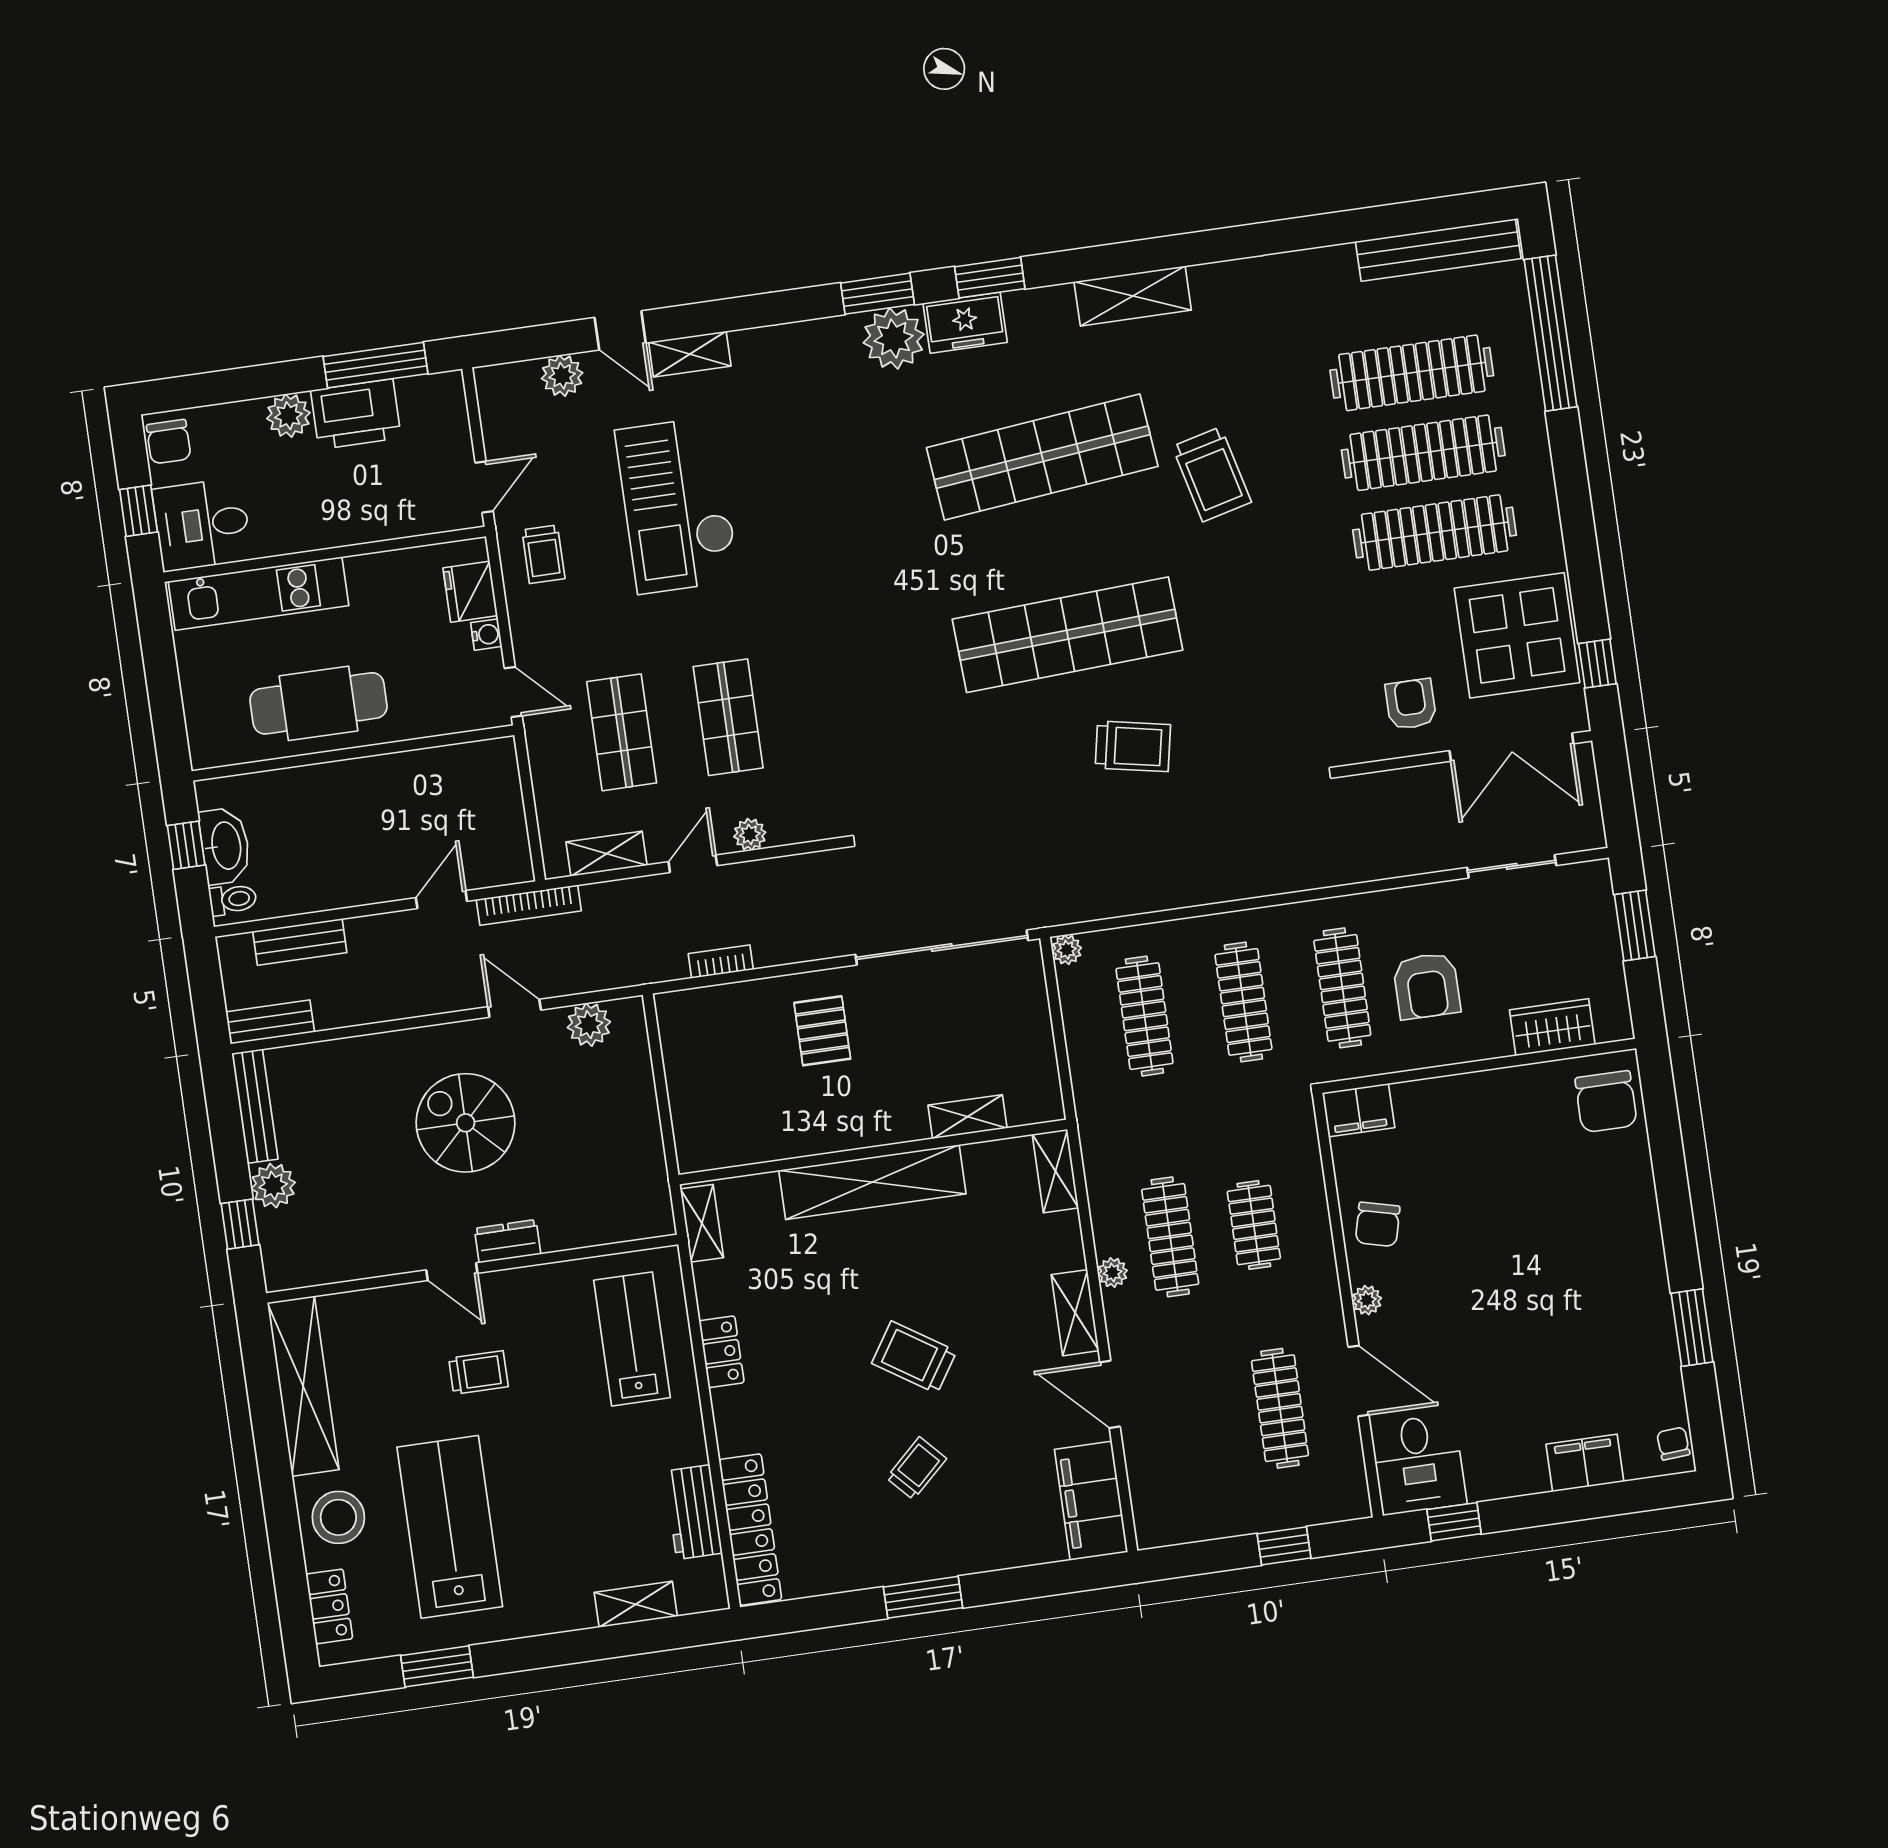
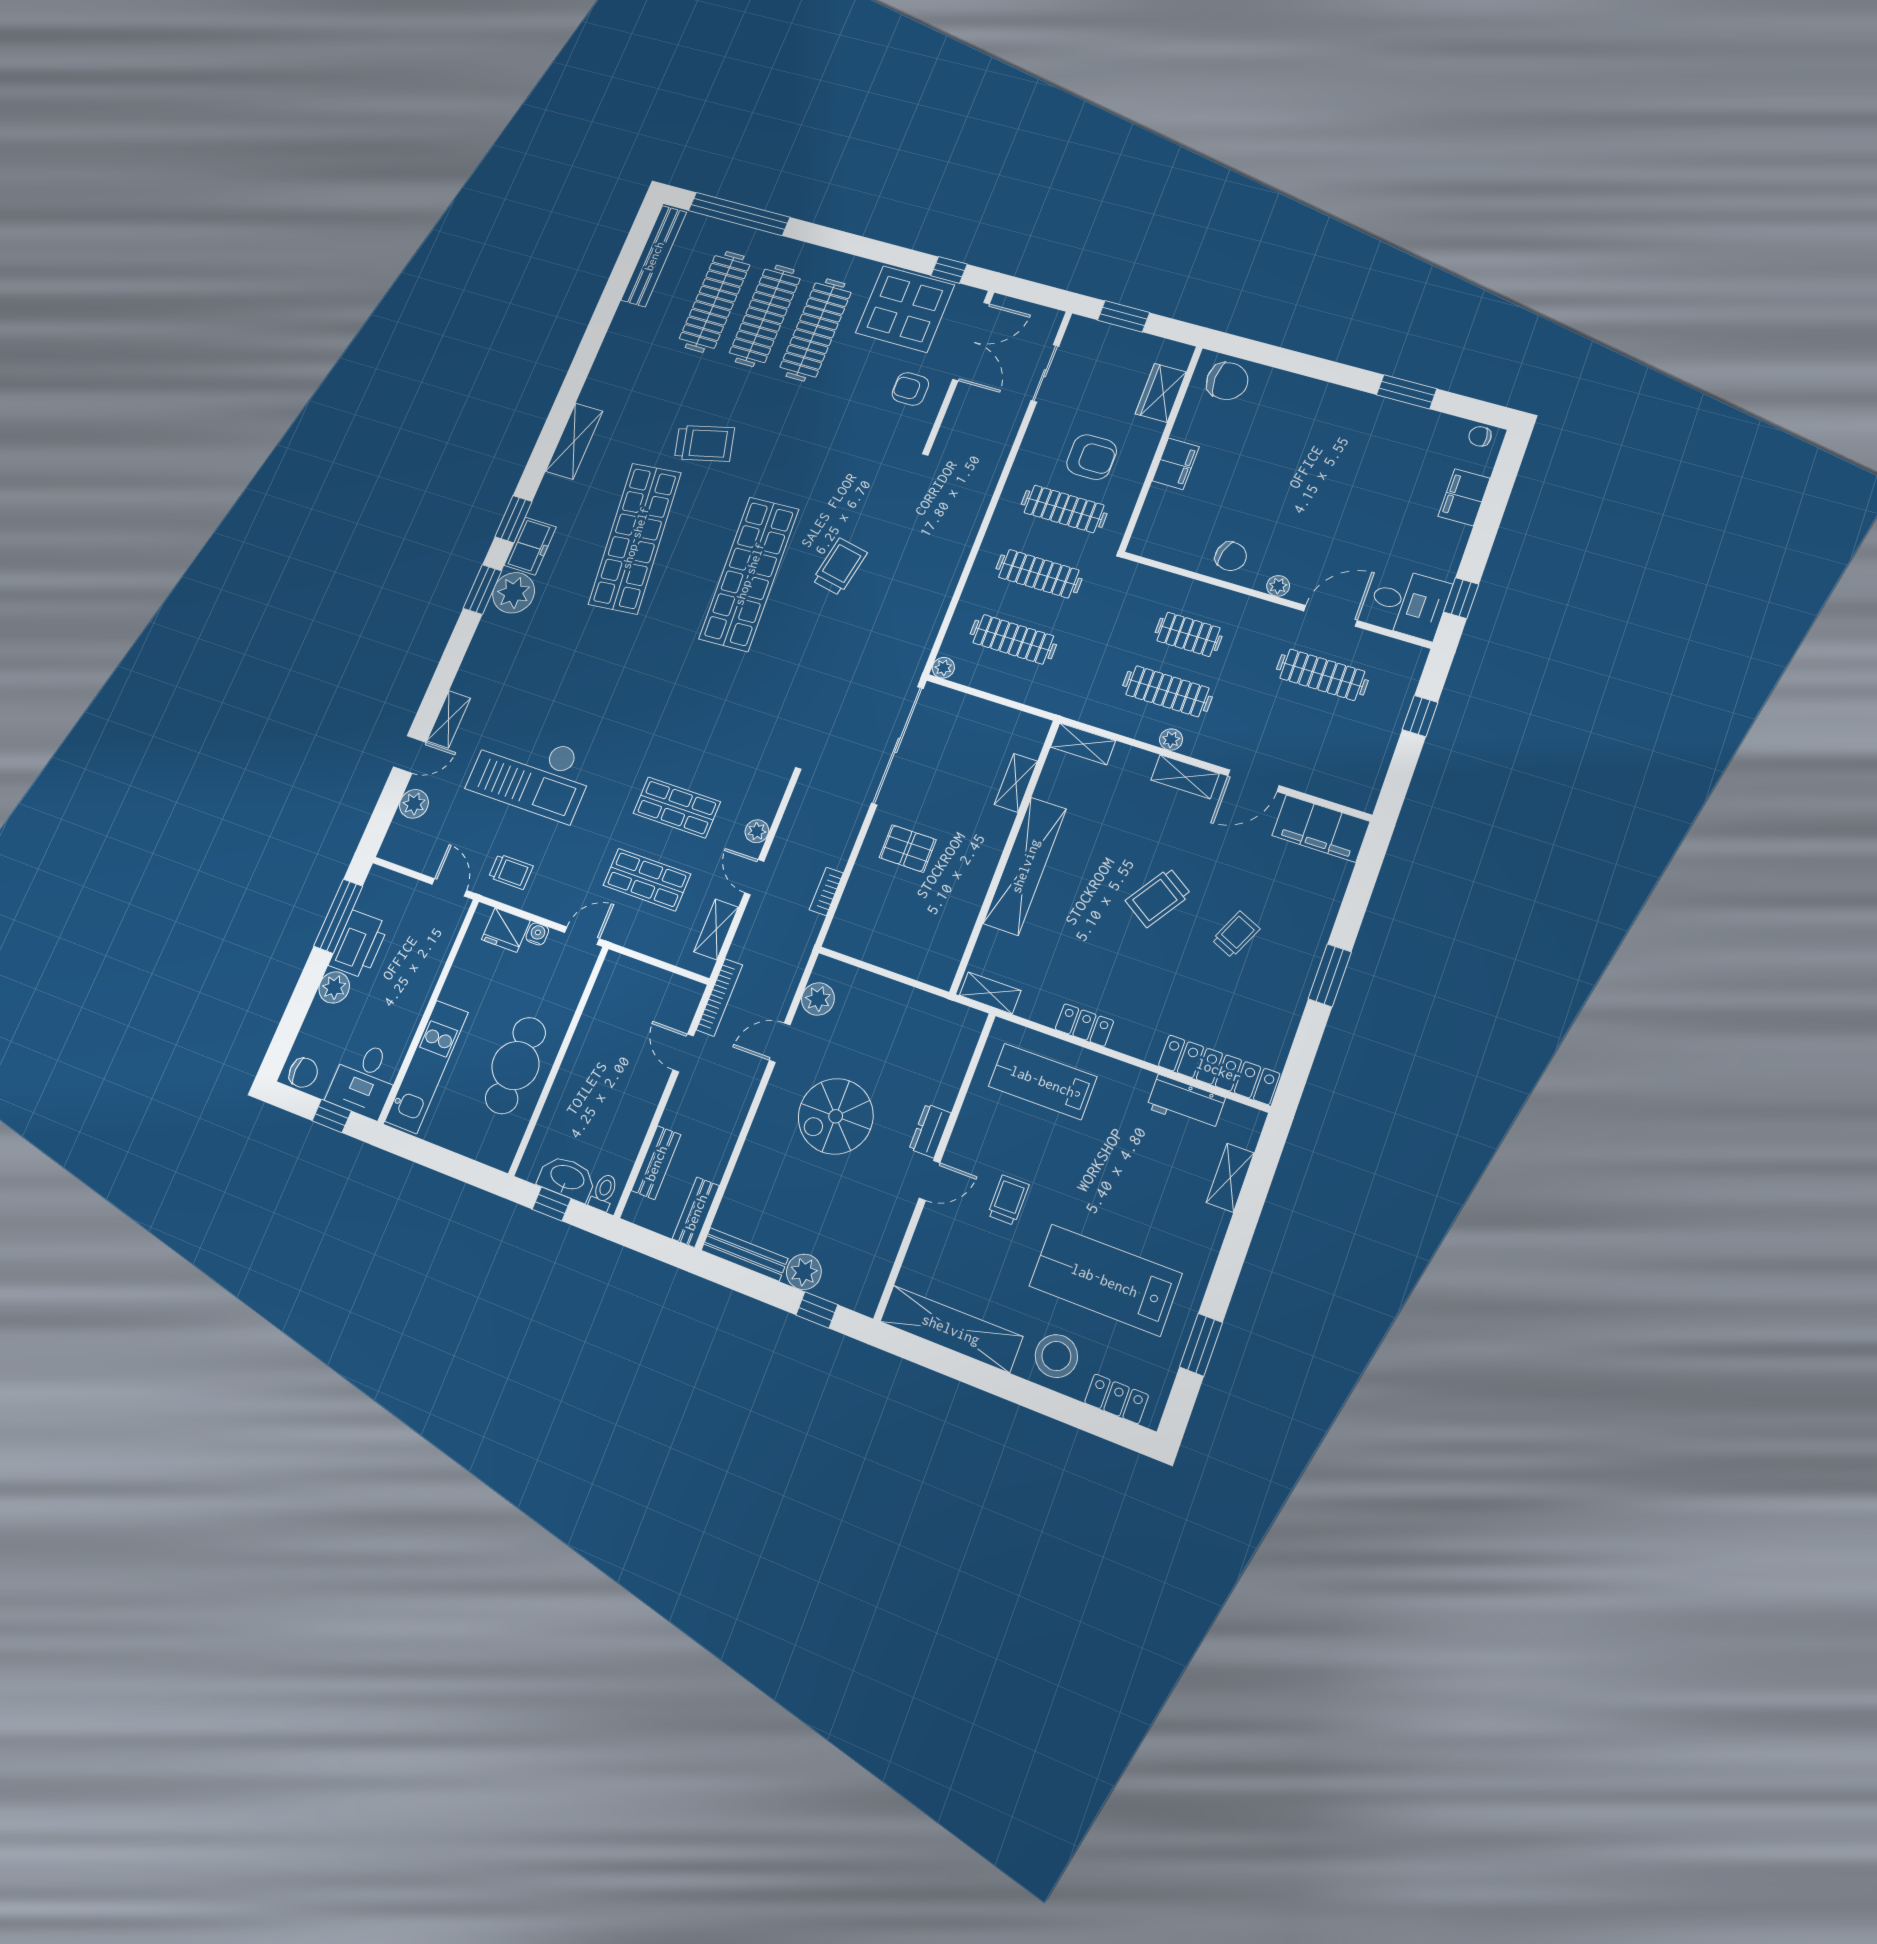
filing cabinet: (1359, 1110) -> (1176, 464), moved
trolley: (916, 1468) -> (1236, 934), turned 67

